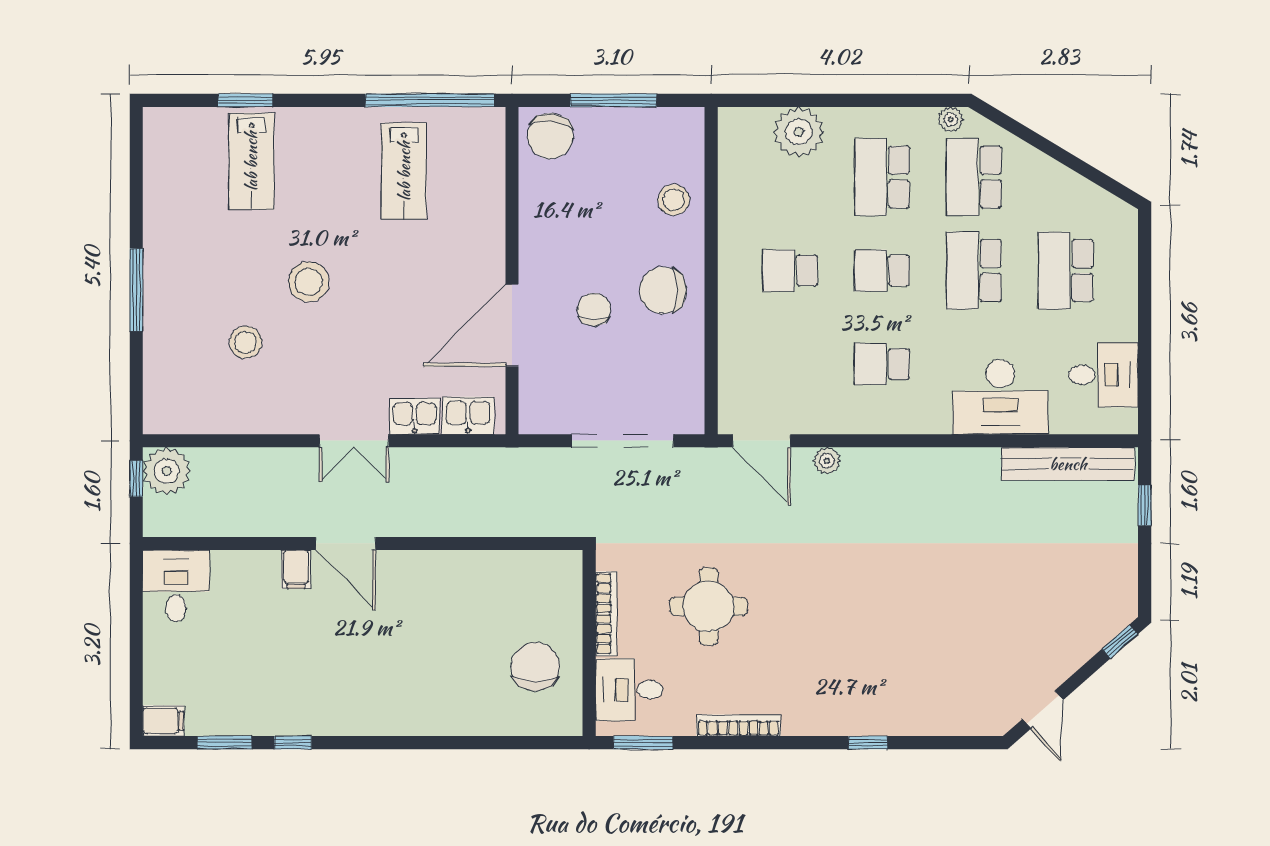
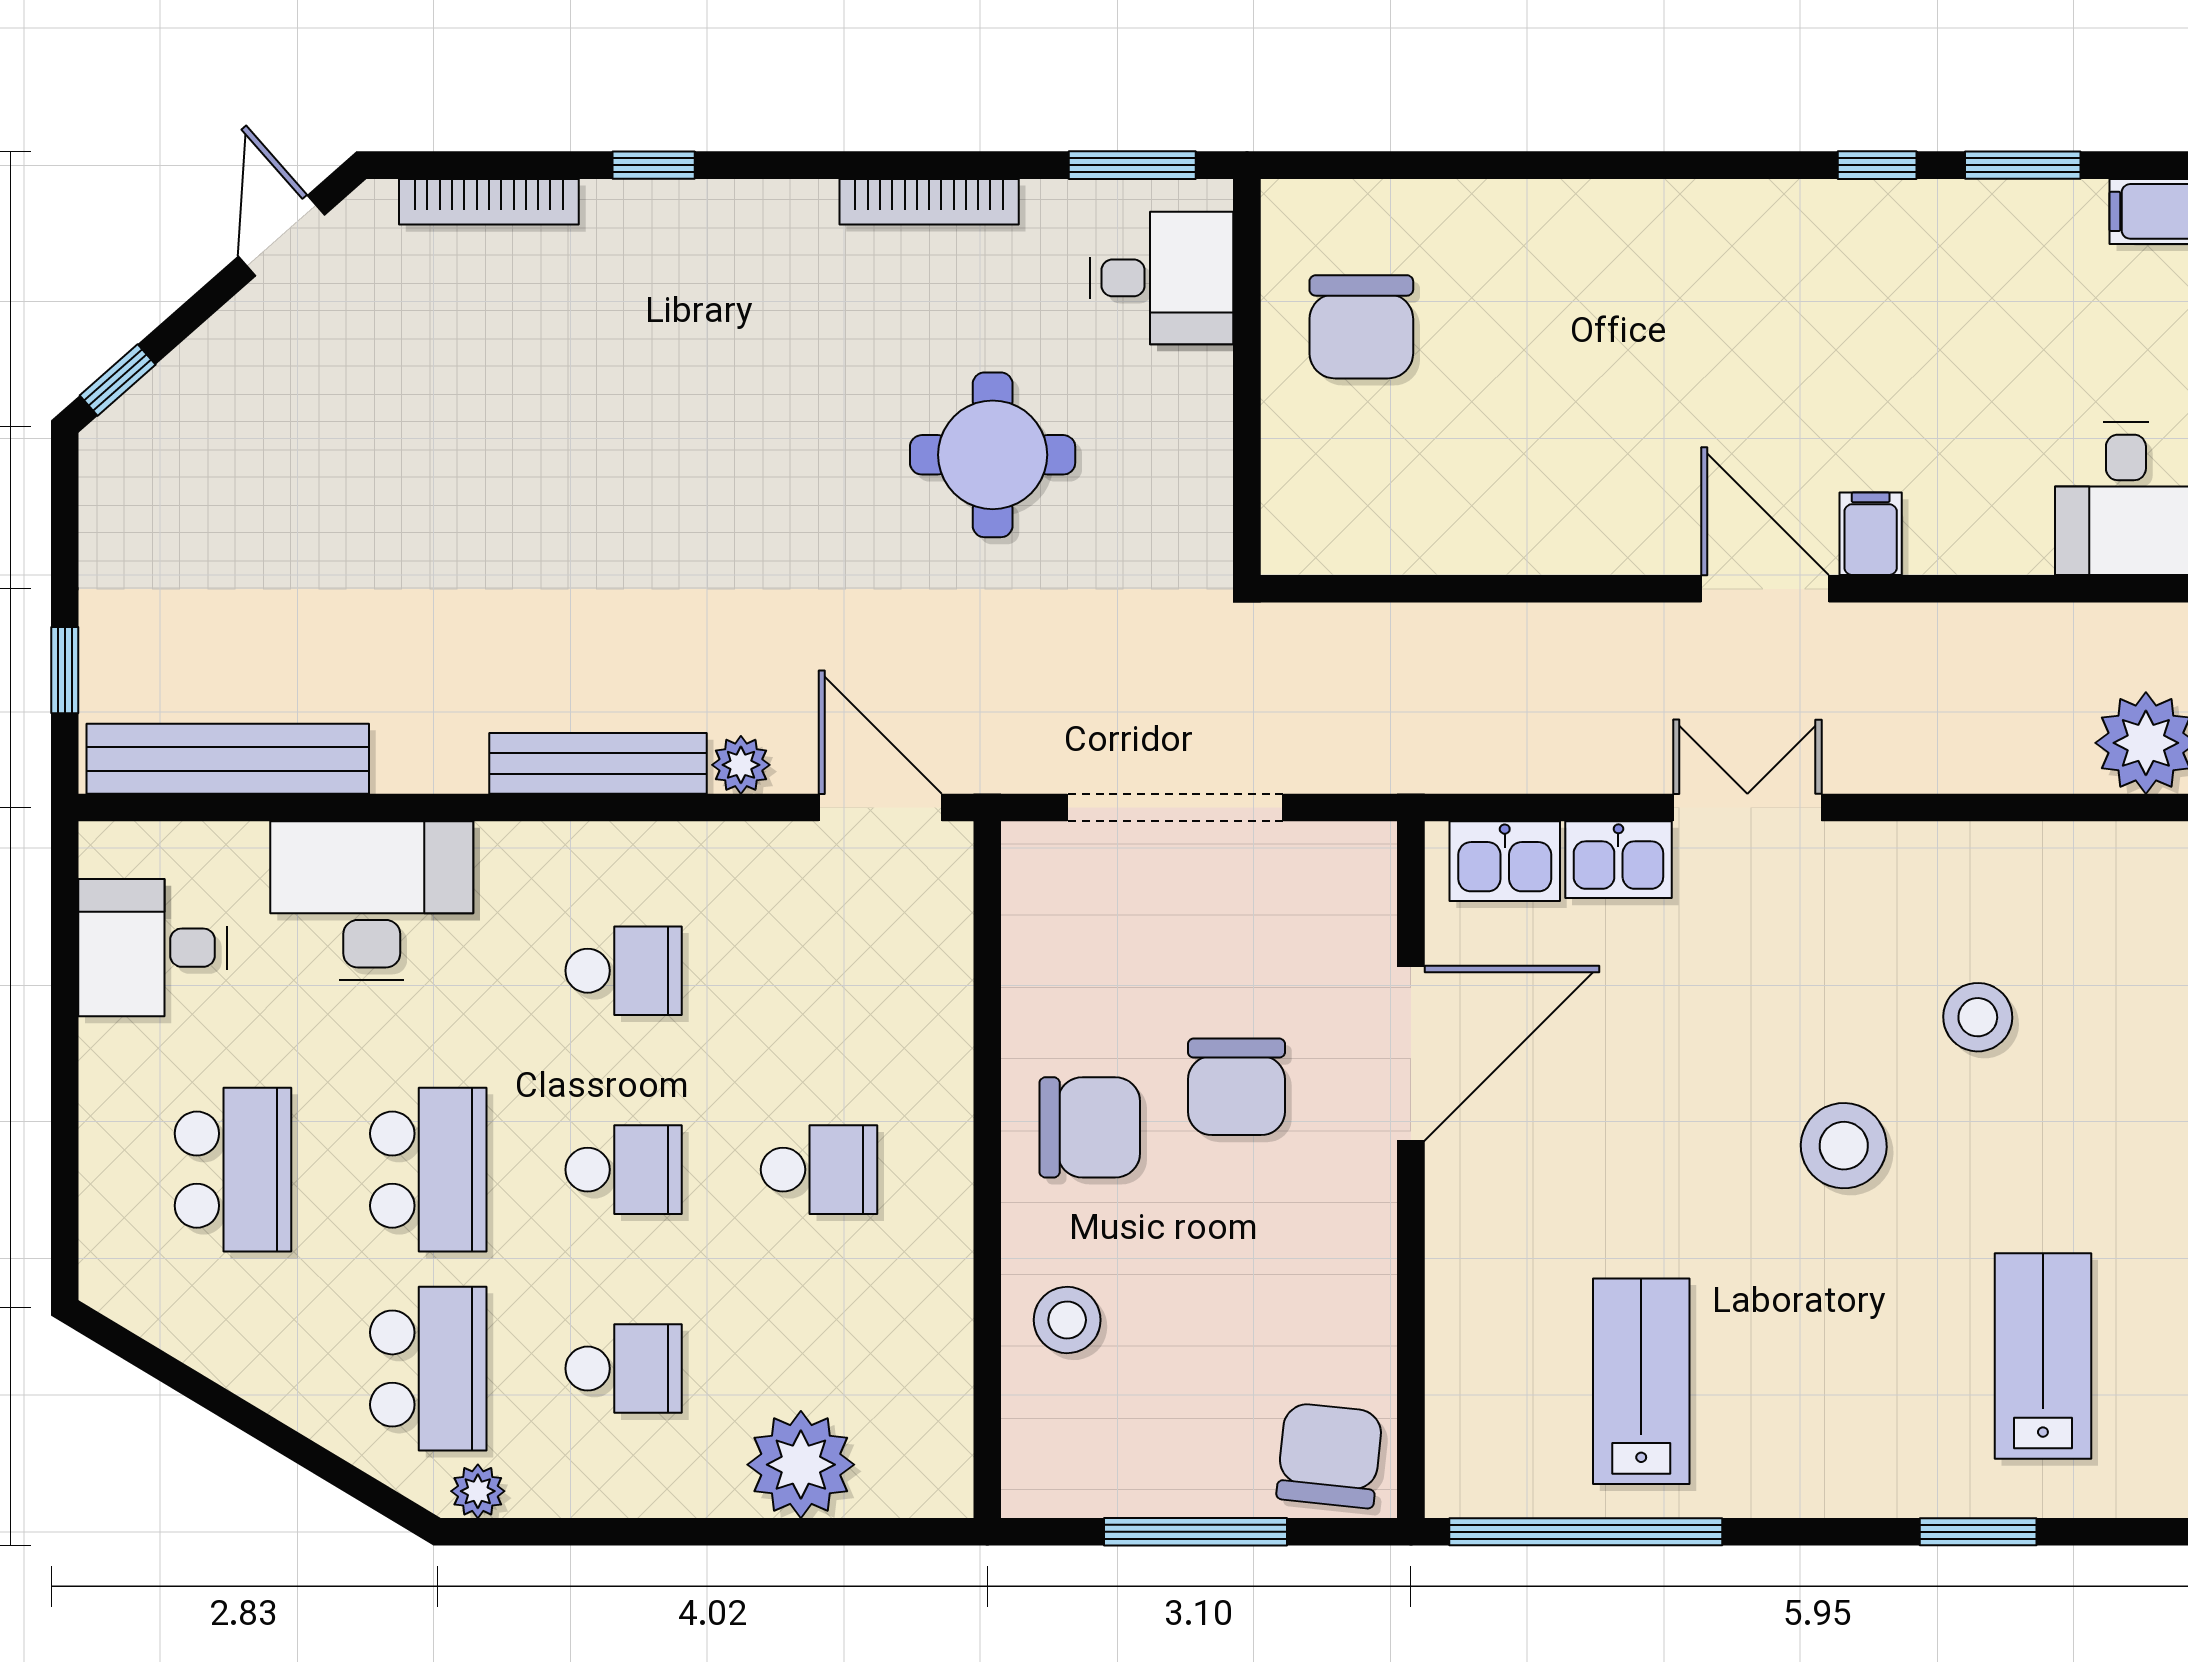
lab bench: (251, 161) -> (2043, 1356), moved
school desk: (882, 177) -> (624, 1369), width x0.54
chair: (594, 309) -> (1236, 1087), width x1.37, depth x1.37
bench: (894, 461) -> (598, 763), added
bookcase: (606, 614) -> (489, 202), moved, turned -90

